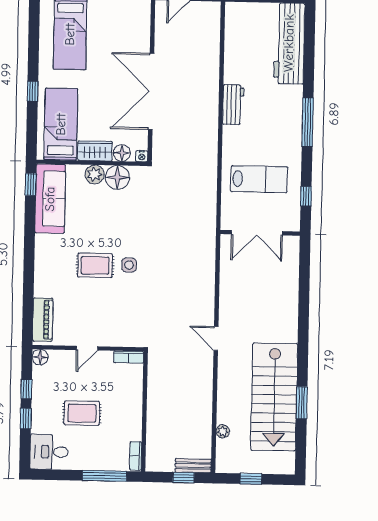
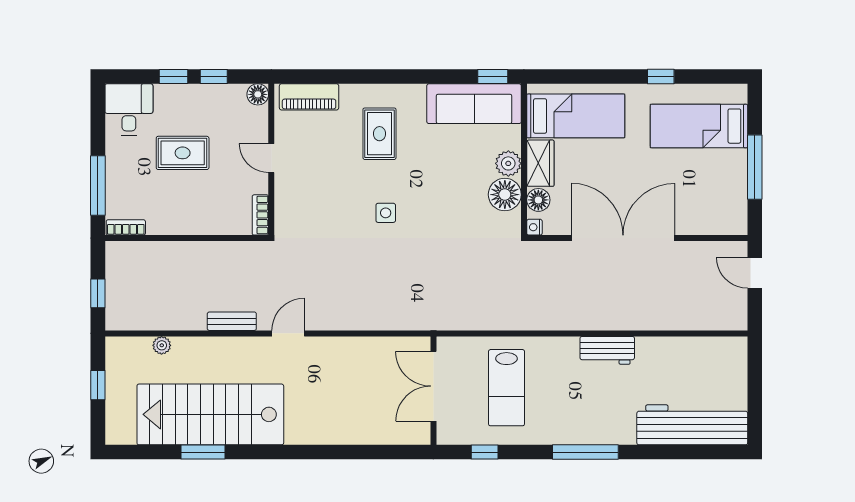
window: (33, 91) -> (661, 76), moved
rug: (95, 265) -> (379, 134), moved
rug: (82, 413) -> (183, 153), turned 90
bench: (193, 466) -> (232, 321), moved, turned 90

